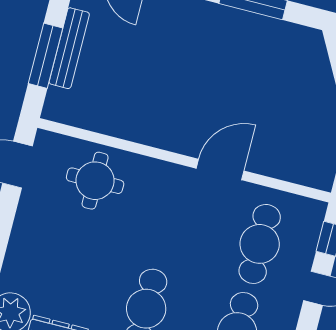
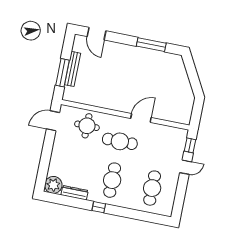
cafe table: (260, 244) -> (120, 141), moved, turned 90

